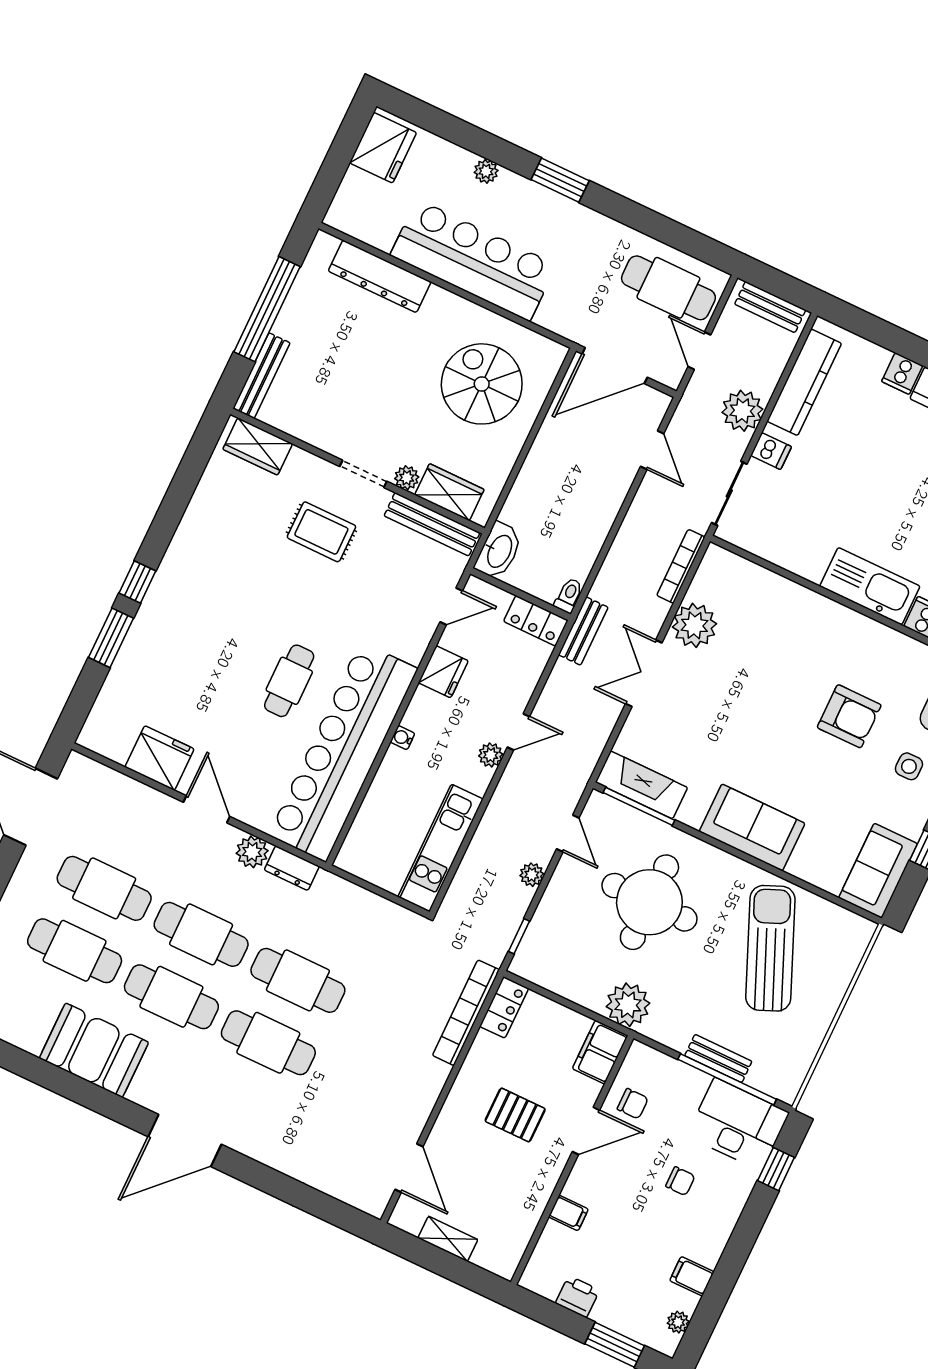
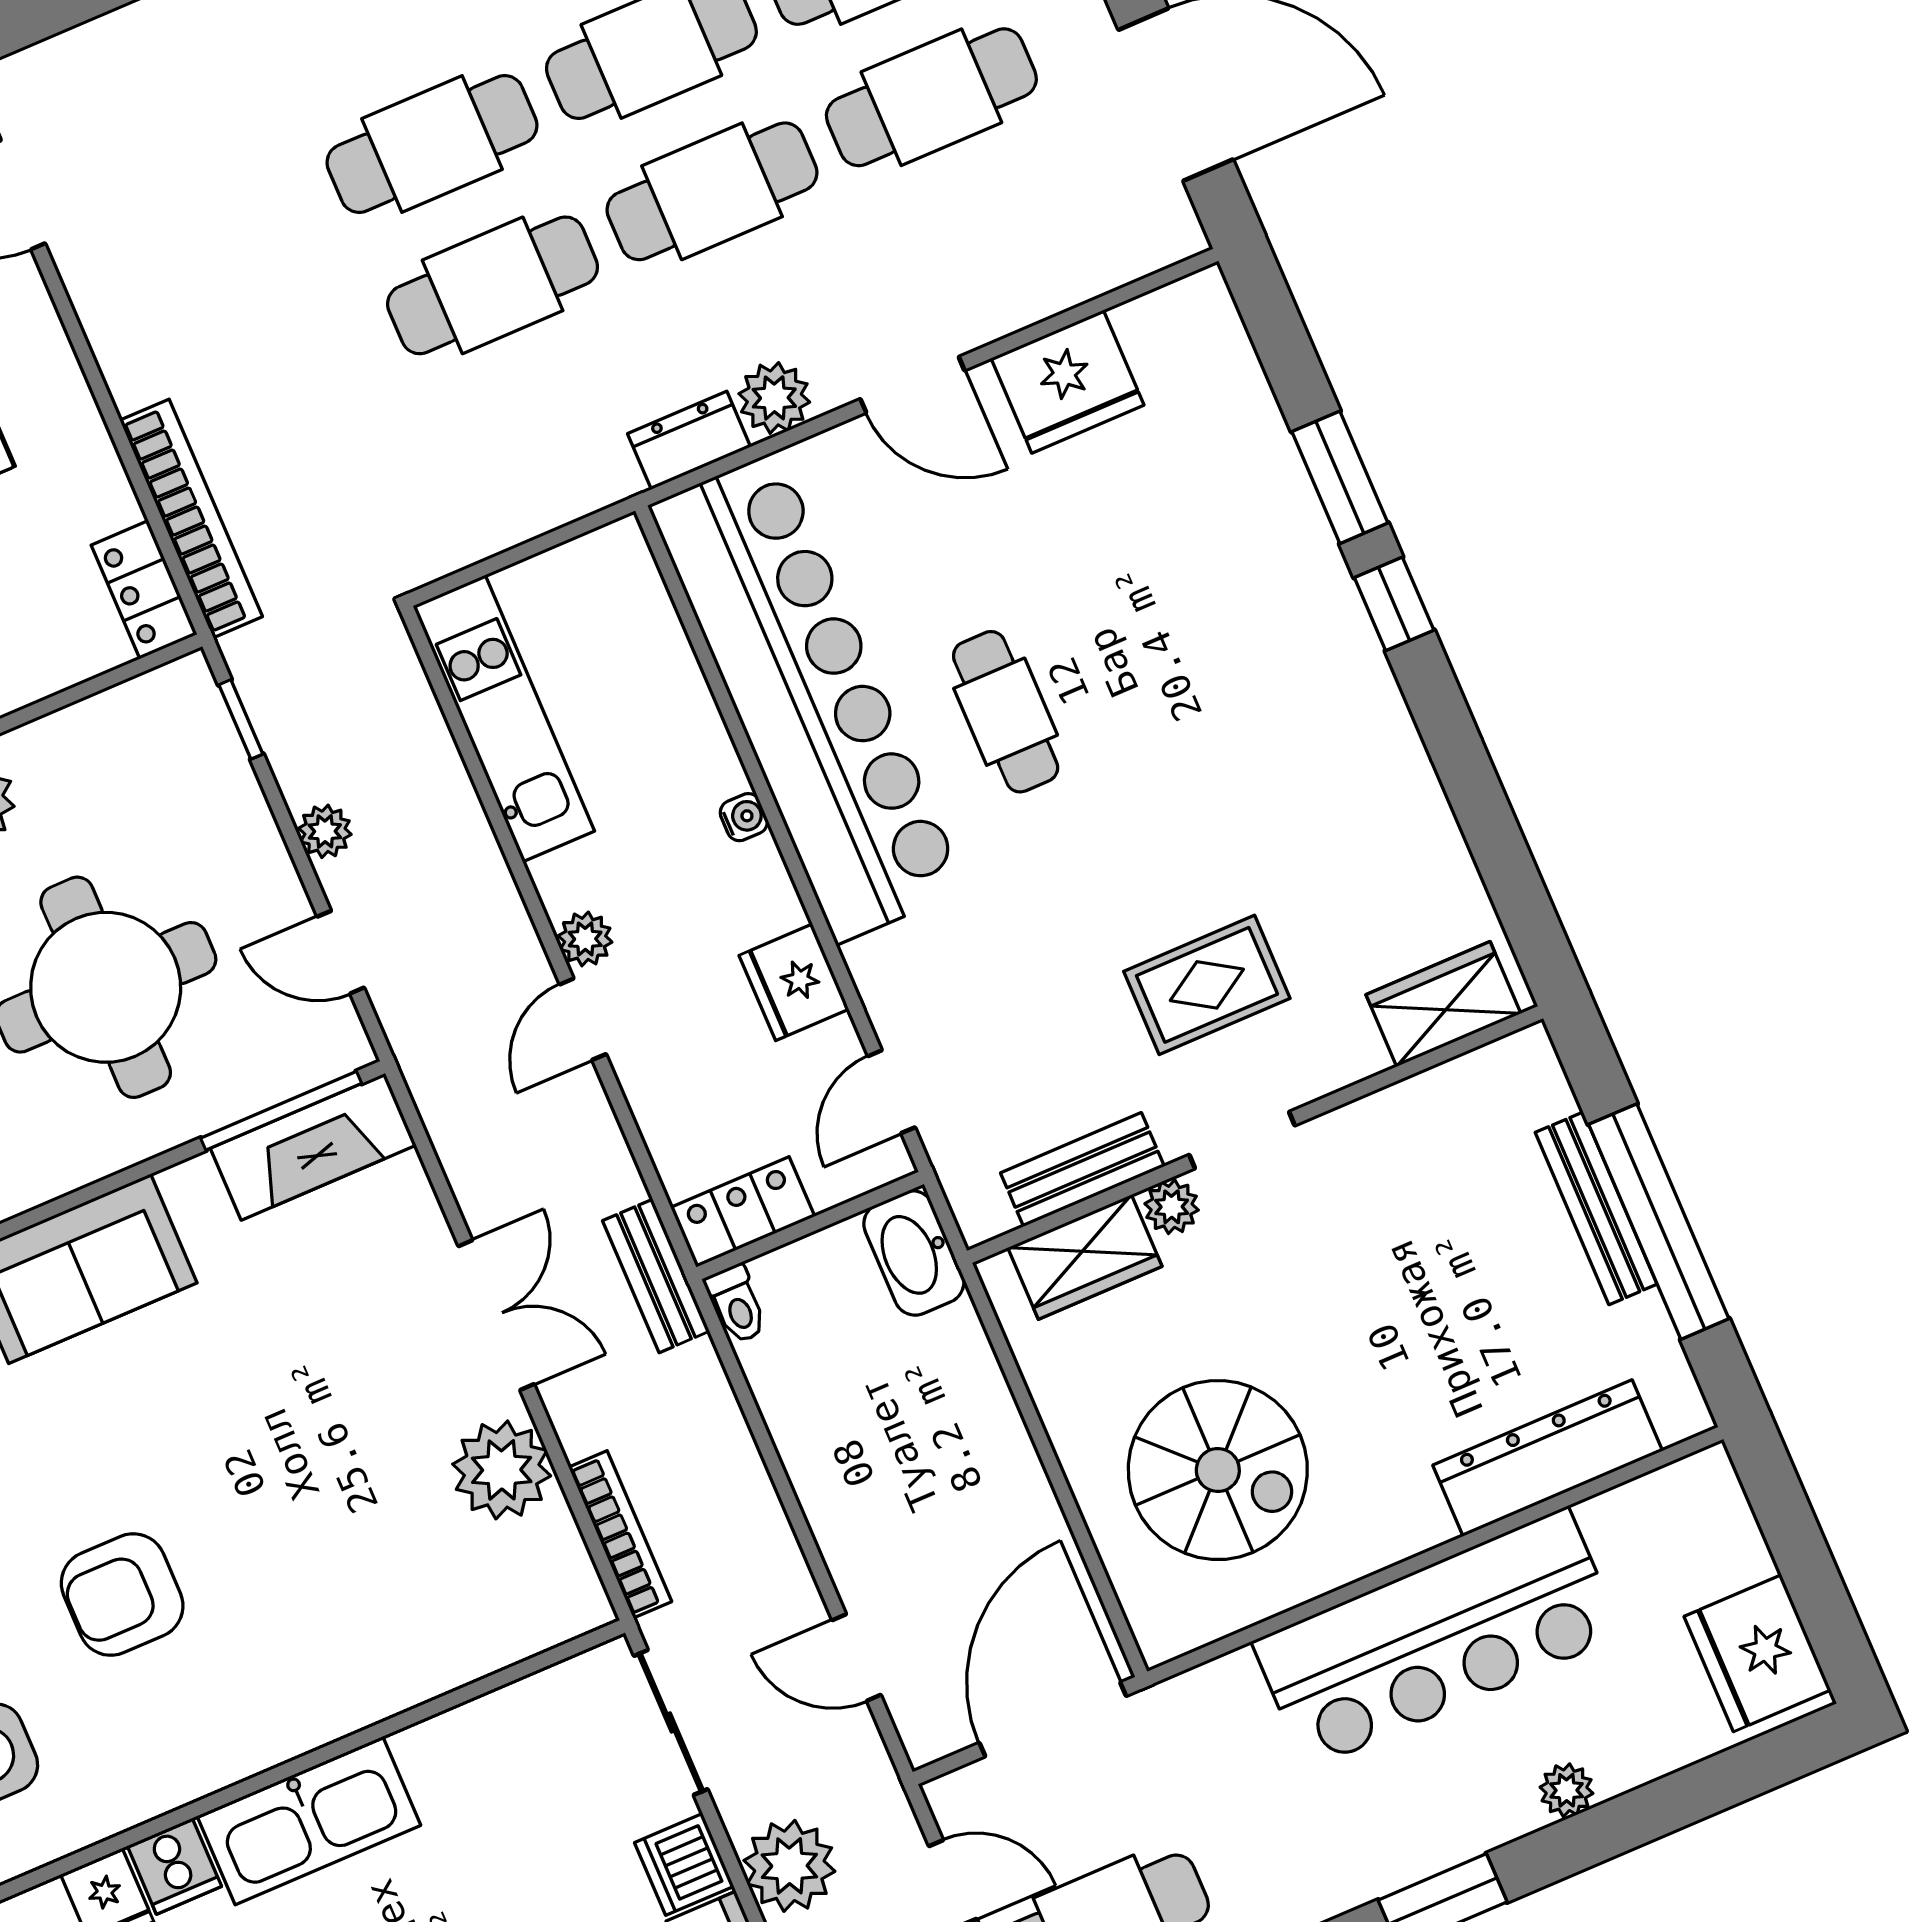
bench: (261, 376) -> (1596, 1208), moved
dishwasher: (771, 451) -> (684, 1864), width x1.38
bench: (432, 524) -> (1082, 1170), width x0.73

